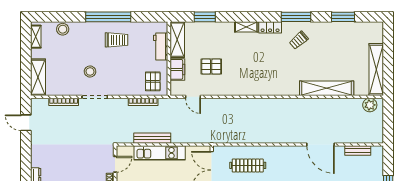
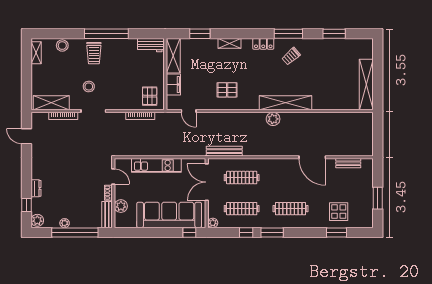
shelving: (246, 27) -> (230, 43), moved
trolley: (116, 40) -> (94, 53), moved, turned 90
workbench: (161, 47) -> (151, 45), moved, turned -90
pallet: (211, 66) -> (227, 90), moved
shelving: (38, 77) -> (51, 103), moved, turned 90
shelving: (327, 88) -> (285, 103), moved
plant: (370, 105) -> (273, 119), moved
bench: (152, 138) -> (224, 151), moved
door: (115, 164) -> (113, 176), hinge flipped

